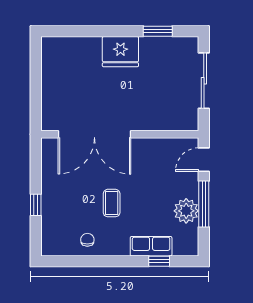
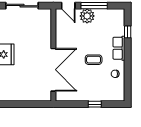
plant: (186, 211) -> (87, 16), moved
row of seats: (151, 246) -> (119, 48), moved

